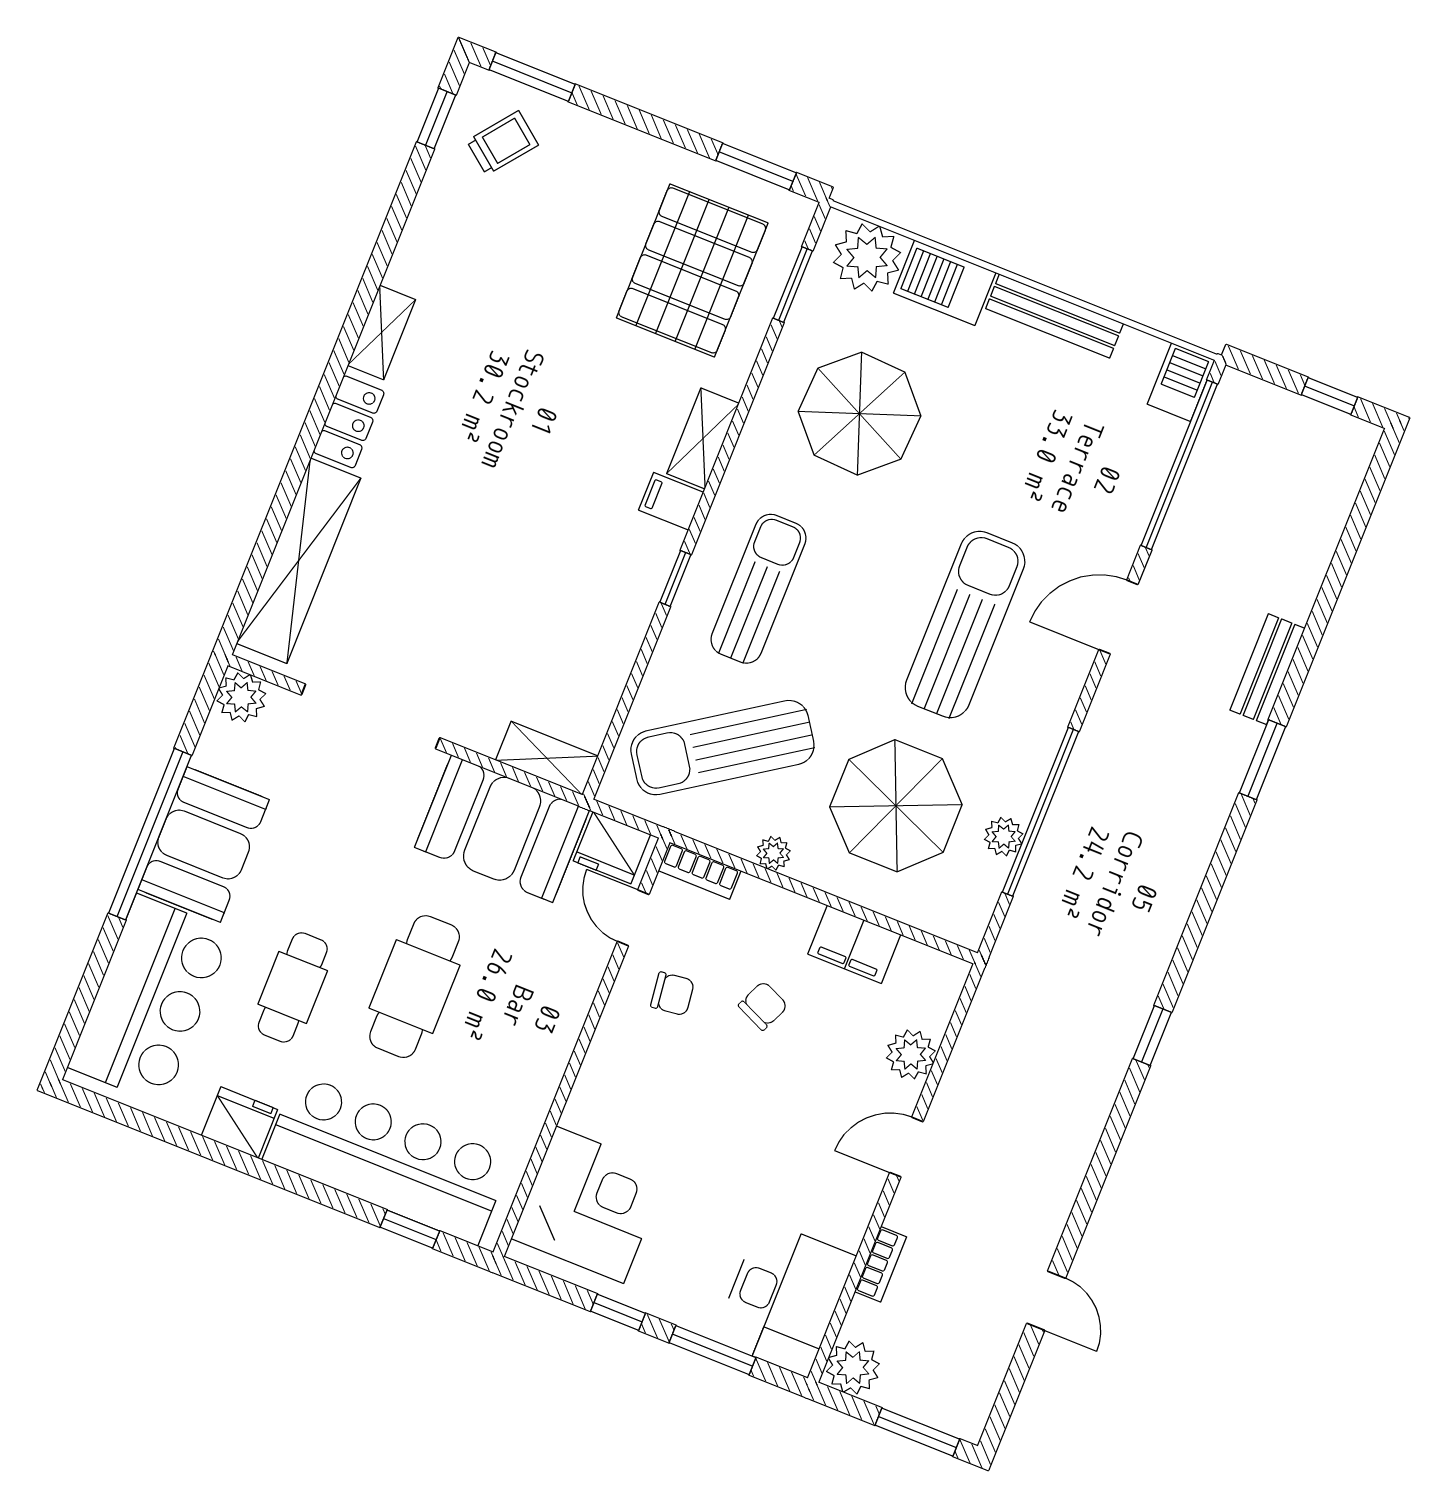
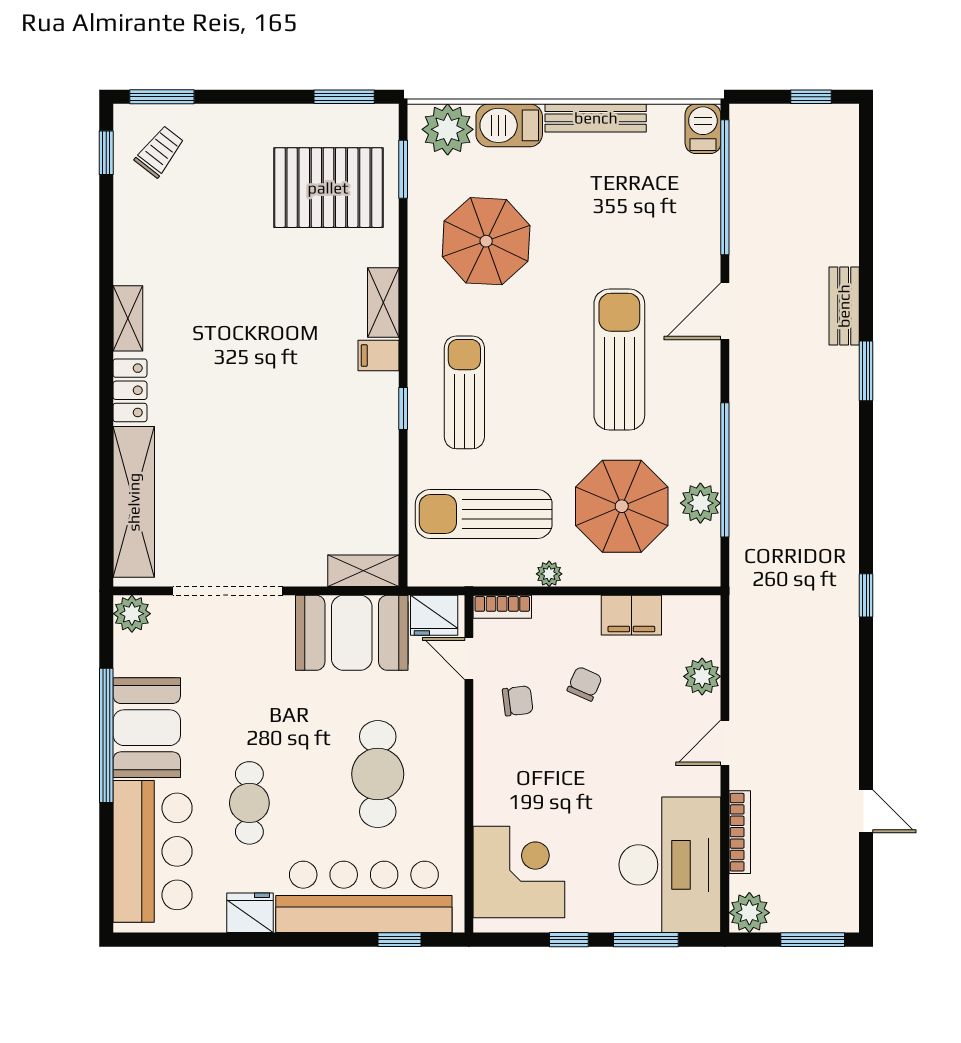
pallet: (692, 270) -> (328, 188), turned 90
sun lounger: (722, 748) -> (484, 514), turned 34
plant: (1004, 837) -> (700, 503), width x1.38, depth x1.38
cafe table: (415, 987) -> (378, 774), moved
bookcase: (881, 1264) -> (740, 832), width x1.56
desk: (784, 1298) -> (670, 865), width x1.36, depth x1.30

